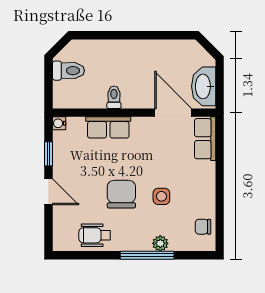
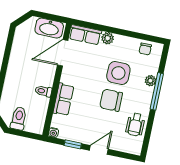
plant: (207, 171) -> (108, 38), added
side table: (161, 196) -> (118, 73), width x1.87, depth x1.87

